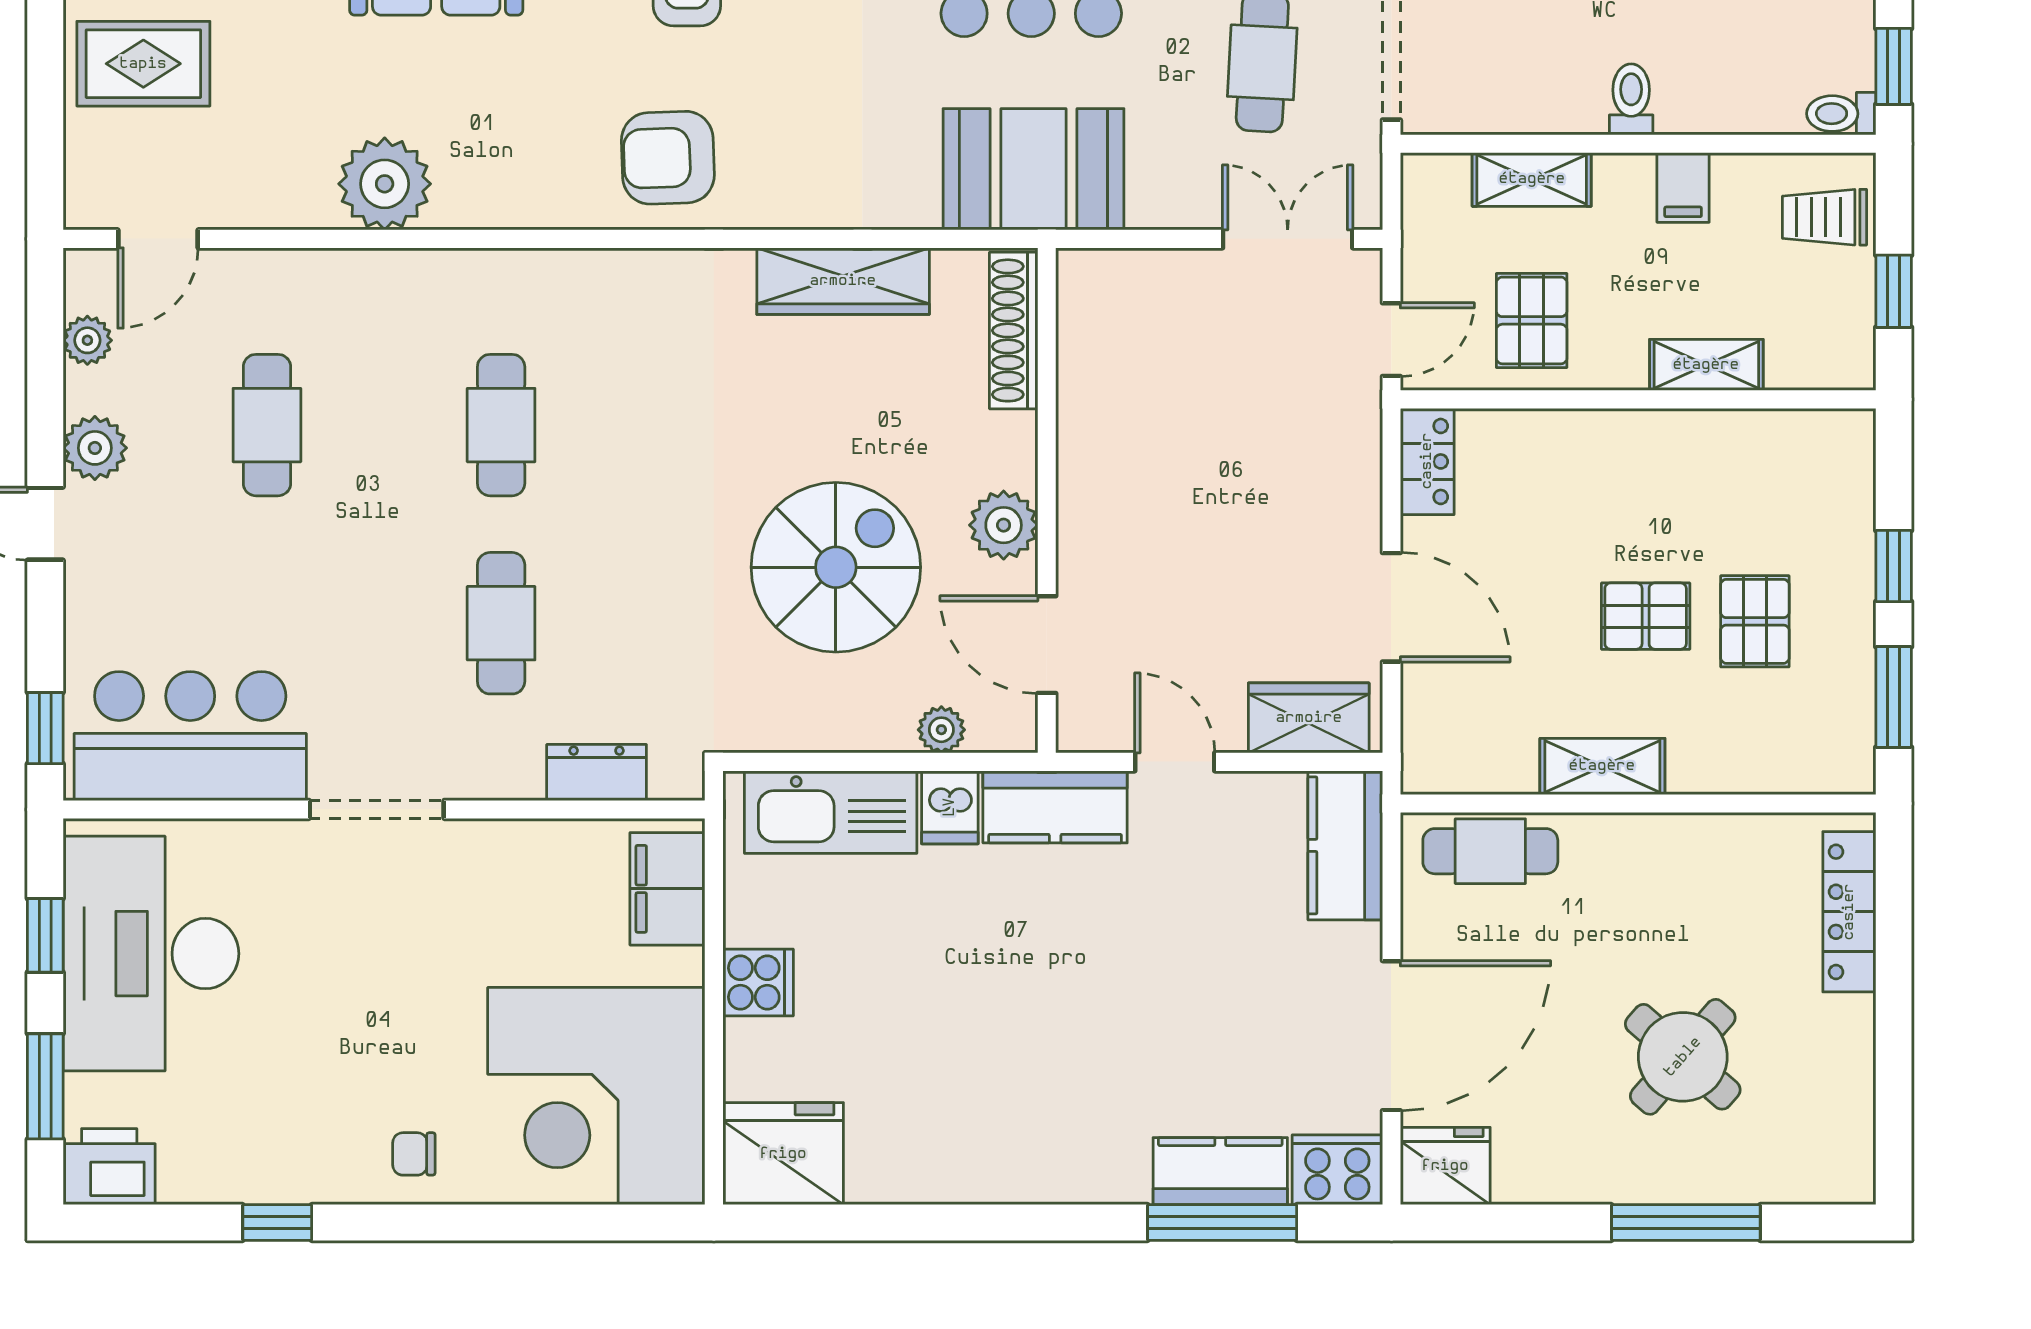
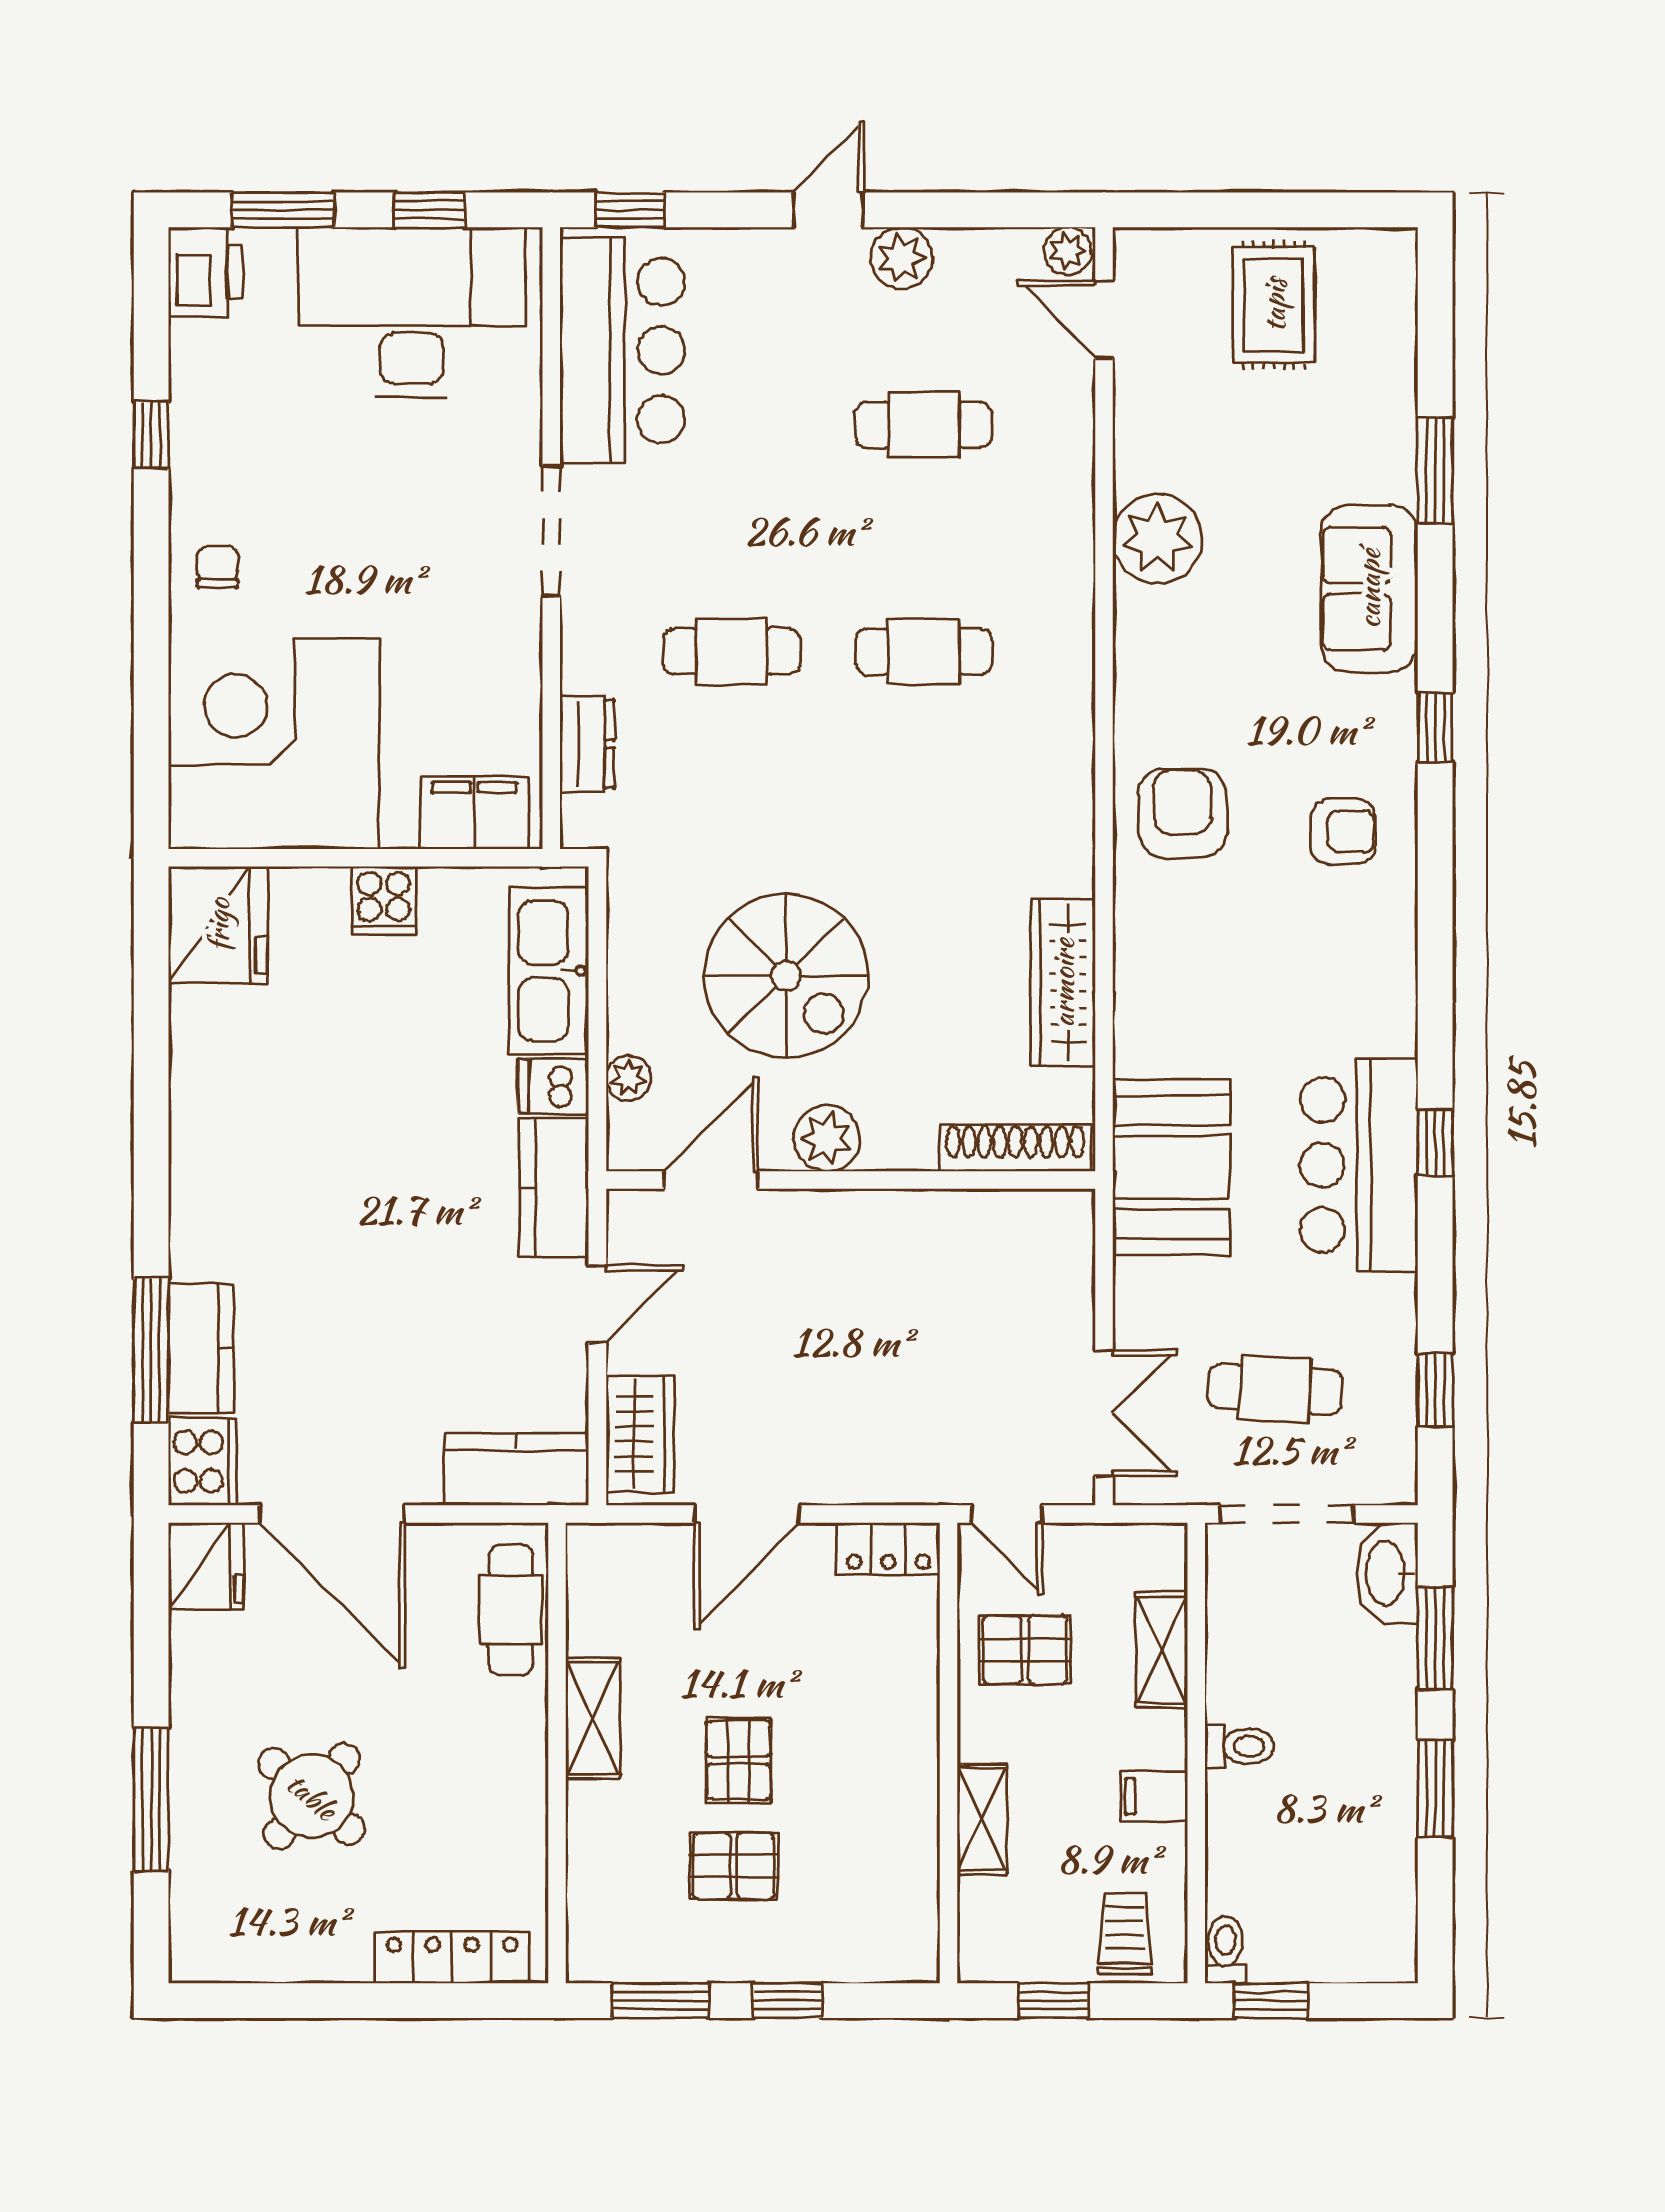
plant: (87, 340) -> (1068, 251), moved

